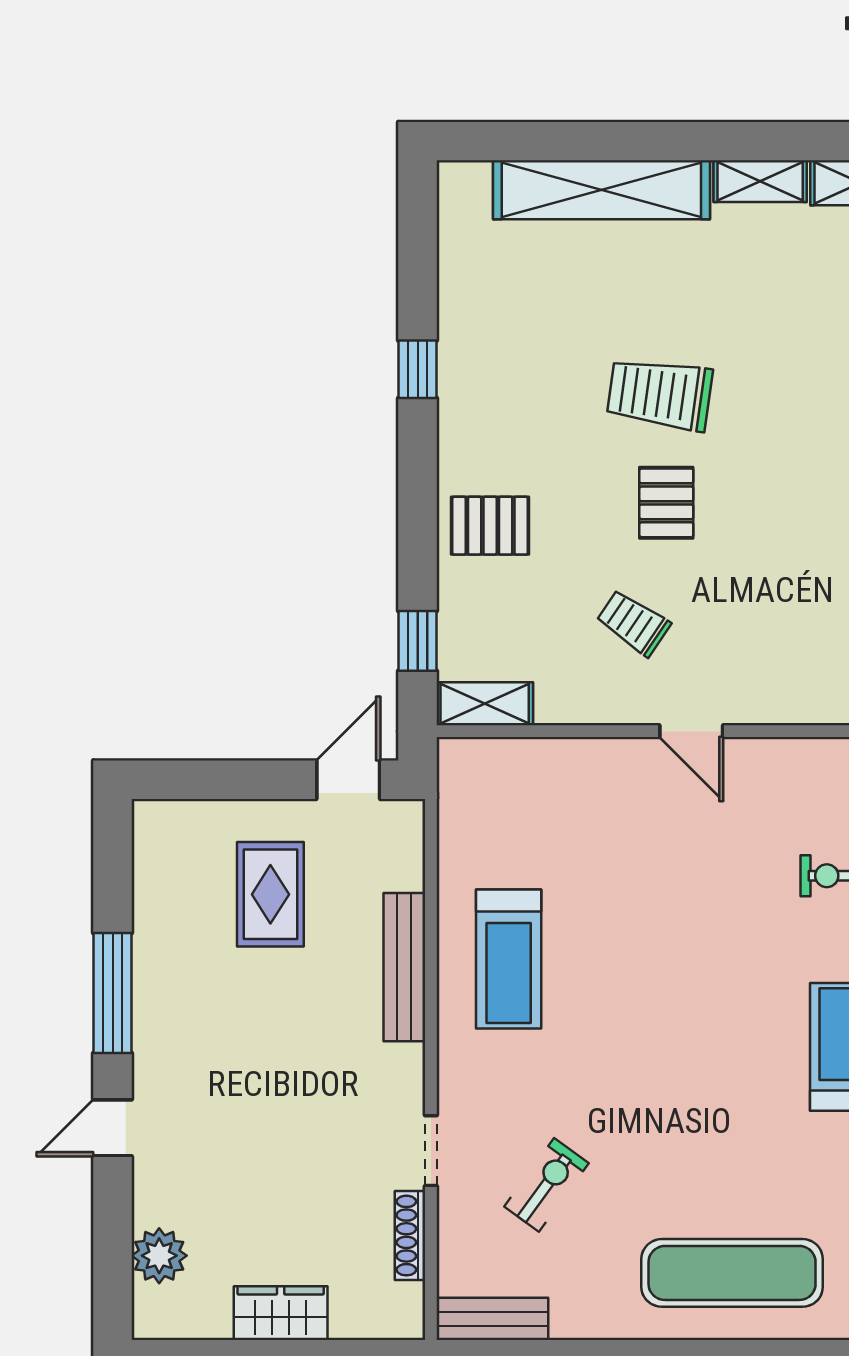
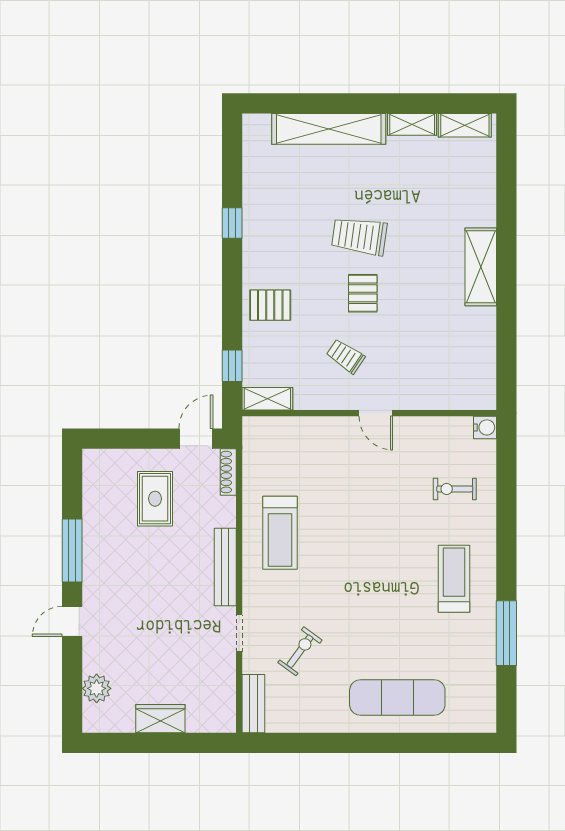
bench: (404, 967) -> (225, 567), moved
shoe rack: (410, 1236) -> (228, 472), moved
bench: (492, 1319) -> (253, 704), moved, turned 90

